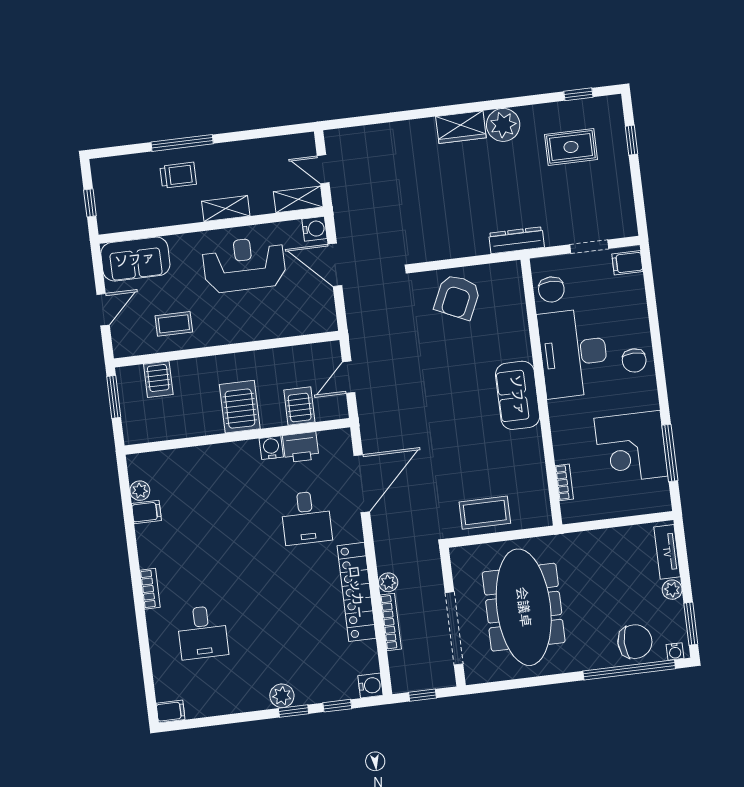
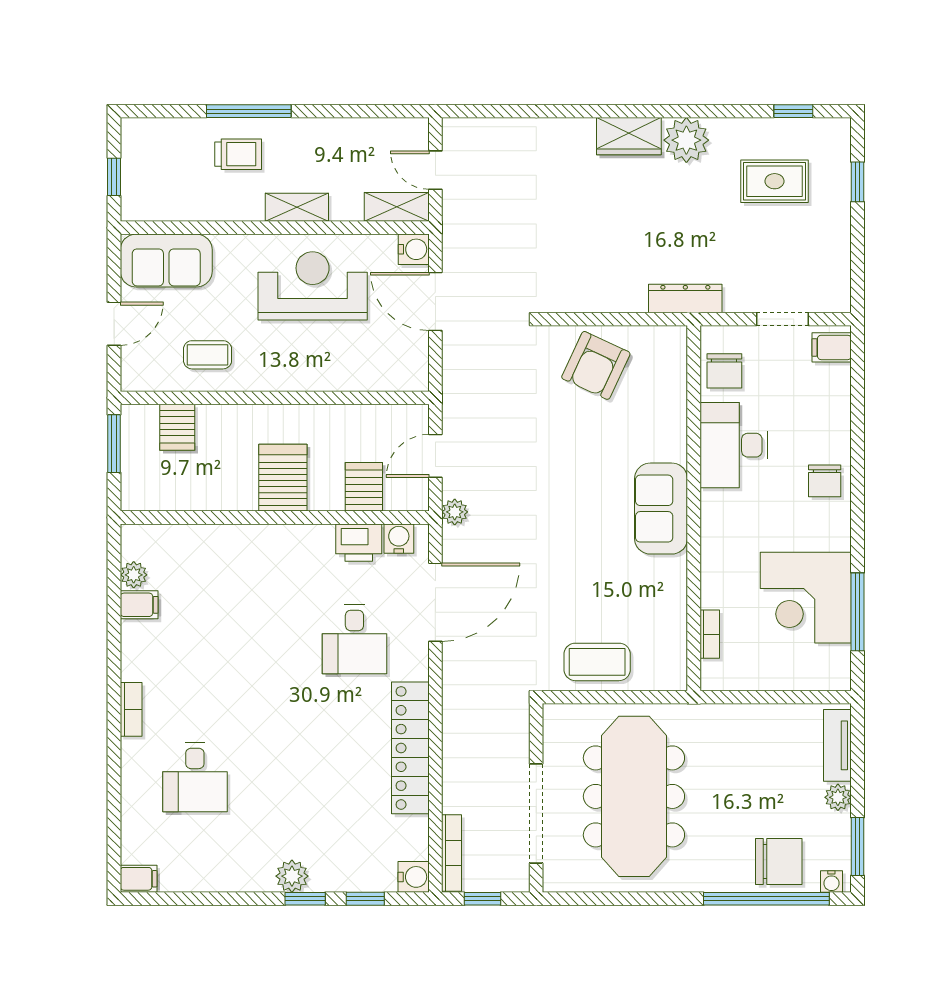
desk: (574, 353) -> (734, 445), width x0.73, depth x0.77
water cooler: (271, 448) -> (399, 539), moved
plant: (388, 582) -> (455, 512), moved
bookcase: (391, 622) -> (452, 853), moved

